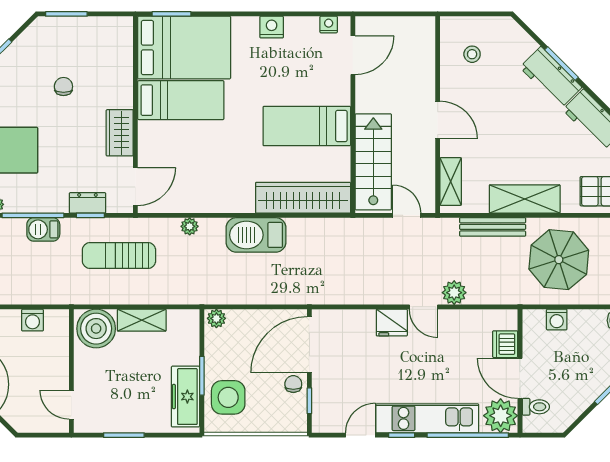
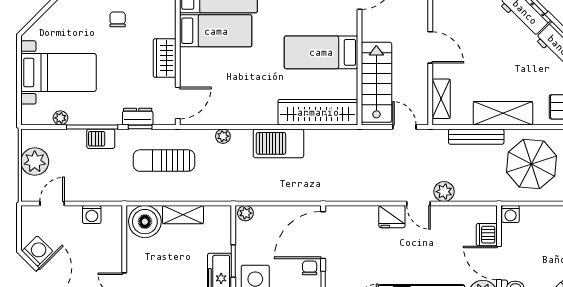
washing machine: (557, 320) -> (510, 214), moved

